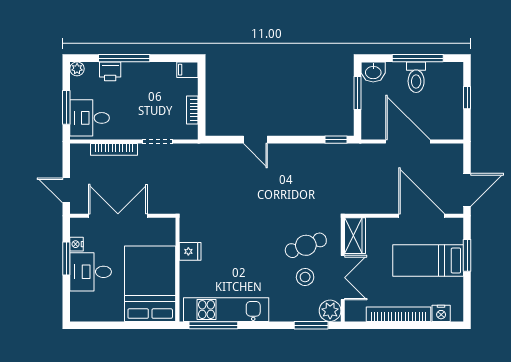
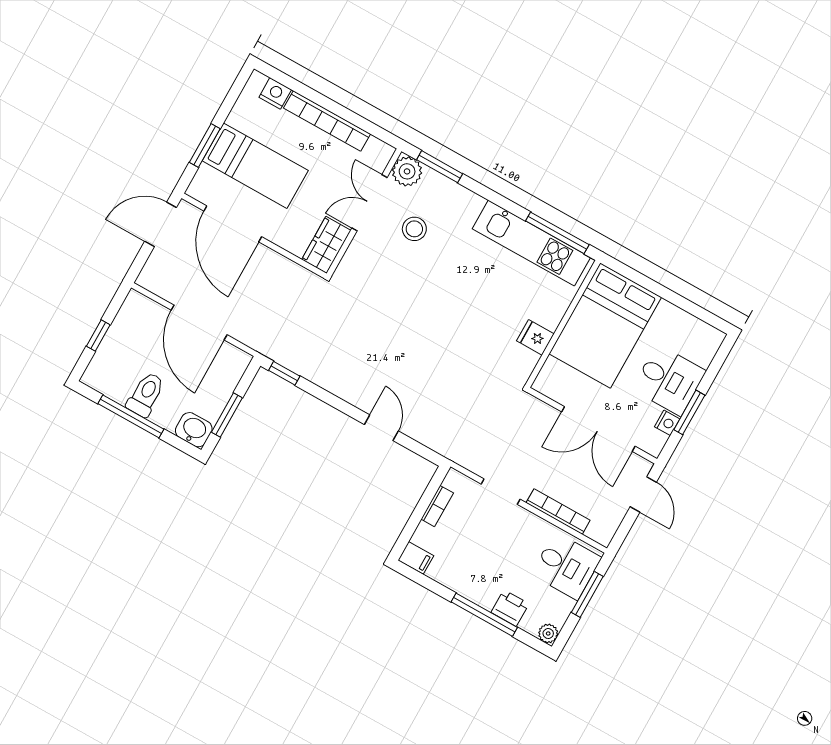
cafe table: (306, 245) -> (392, 267), removed

